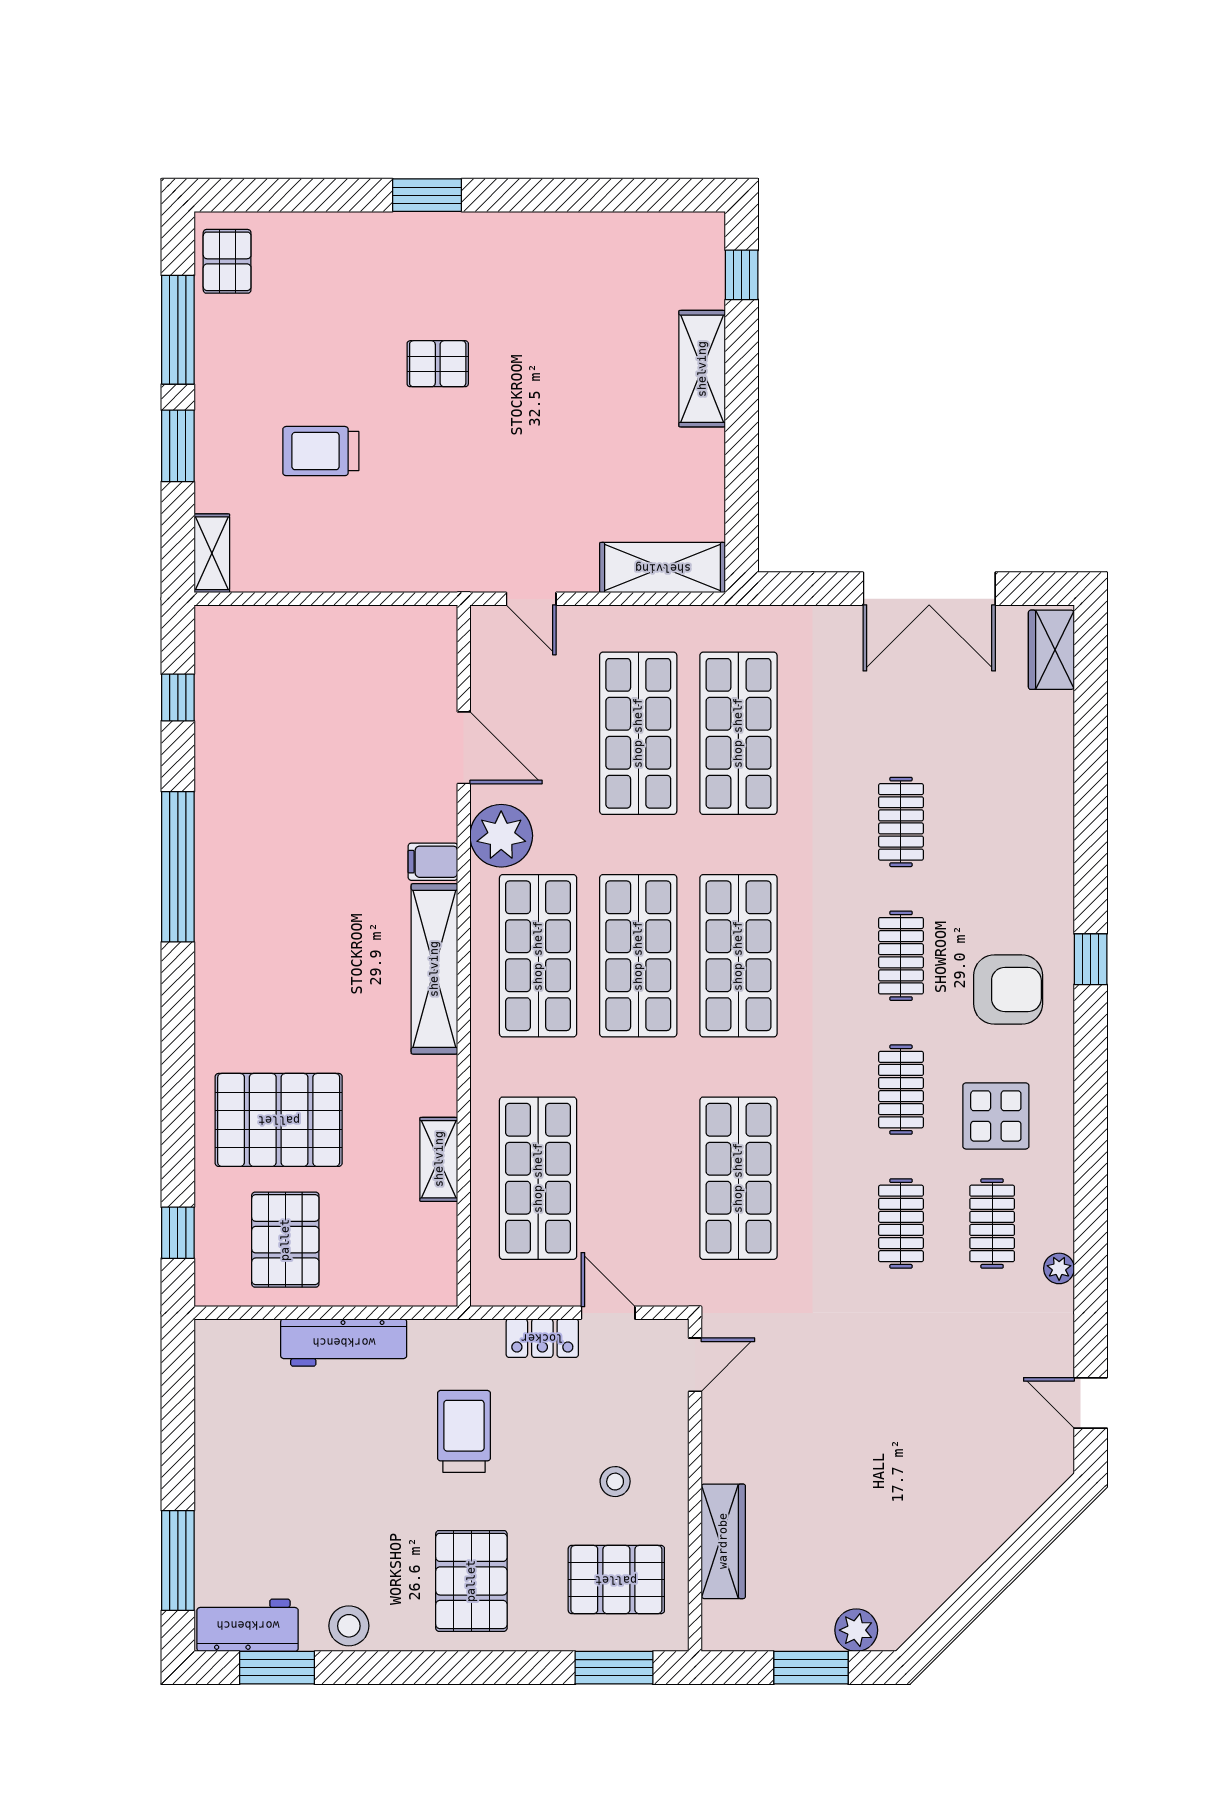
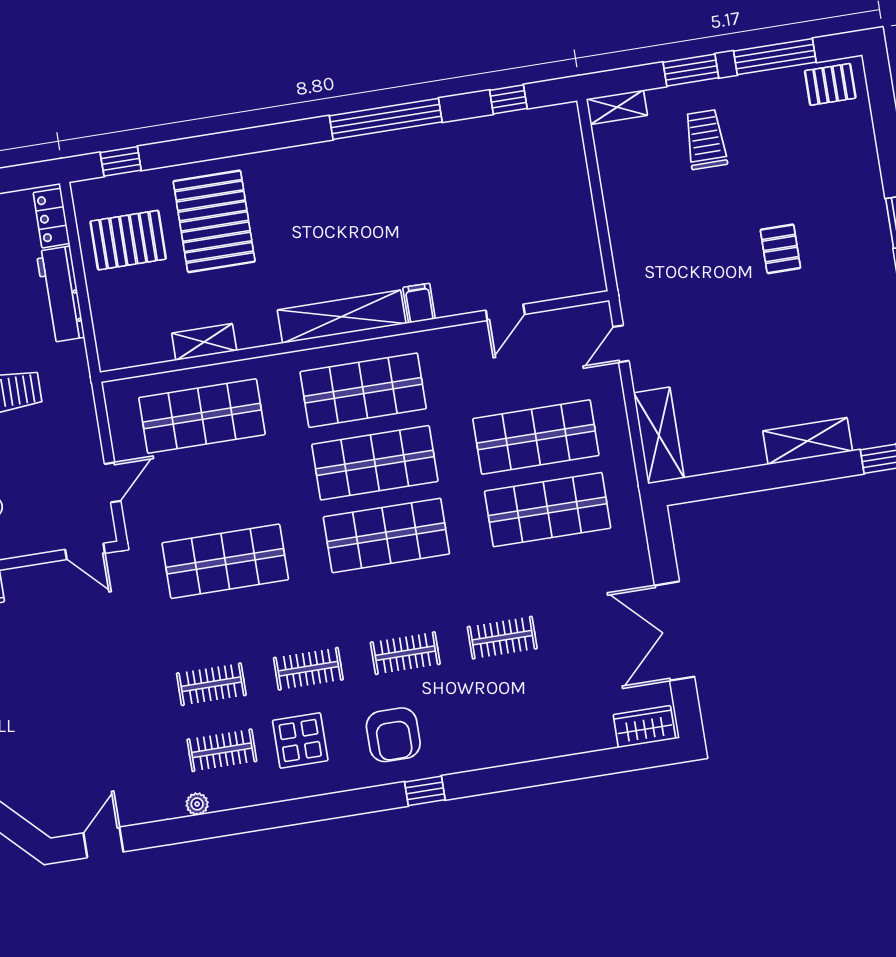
trolley: (321, 451) -> (706, 139), moved
door: (464, 748) -> (505, 312), width x0.73
plant: (501, 836) -> (446, 350), removed
locker: (542, 1338) -> (51, 218), moved

